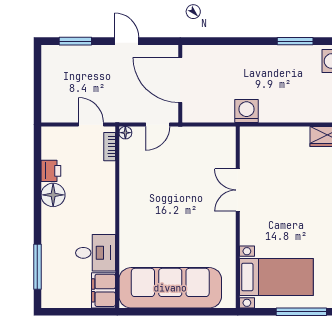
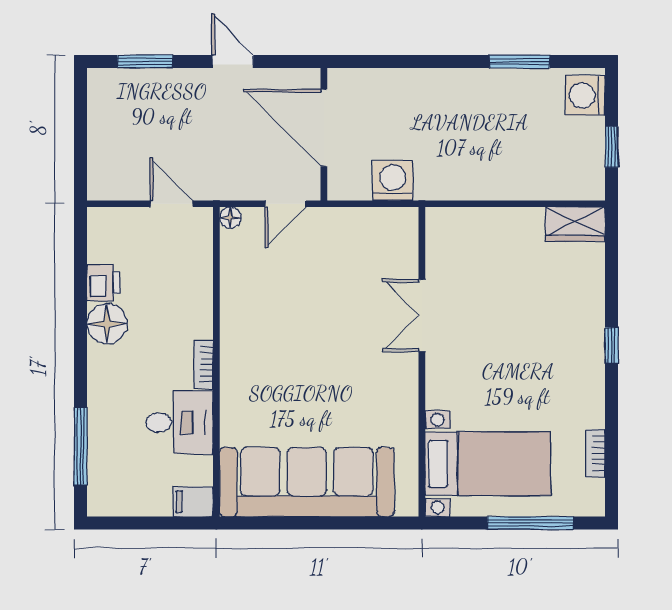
washing machine: (247, 111) -> (393, 181), moved
bookcase: (110, 147) -> (204, 364), moved
filing cabinet: (104, 290) -> (193, 502), width x0.50

